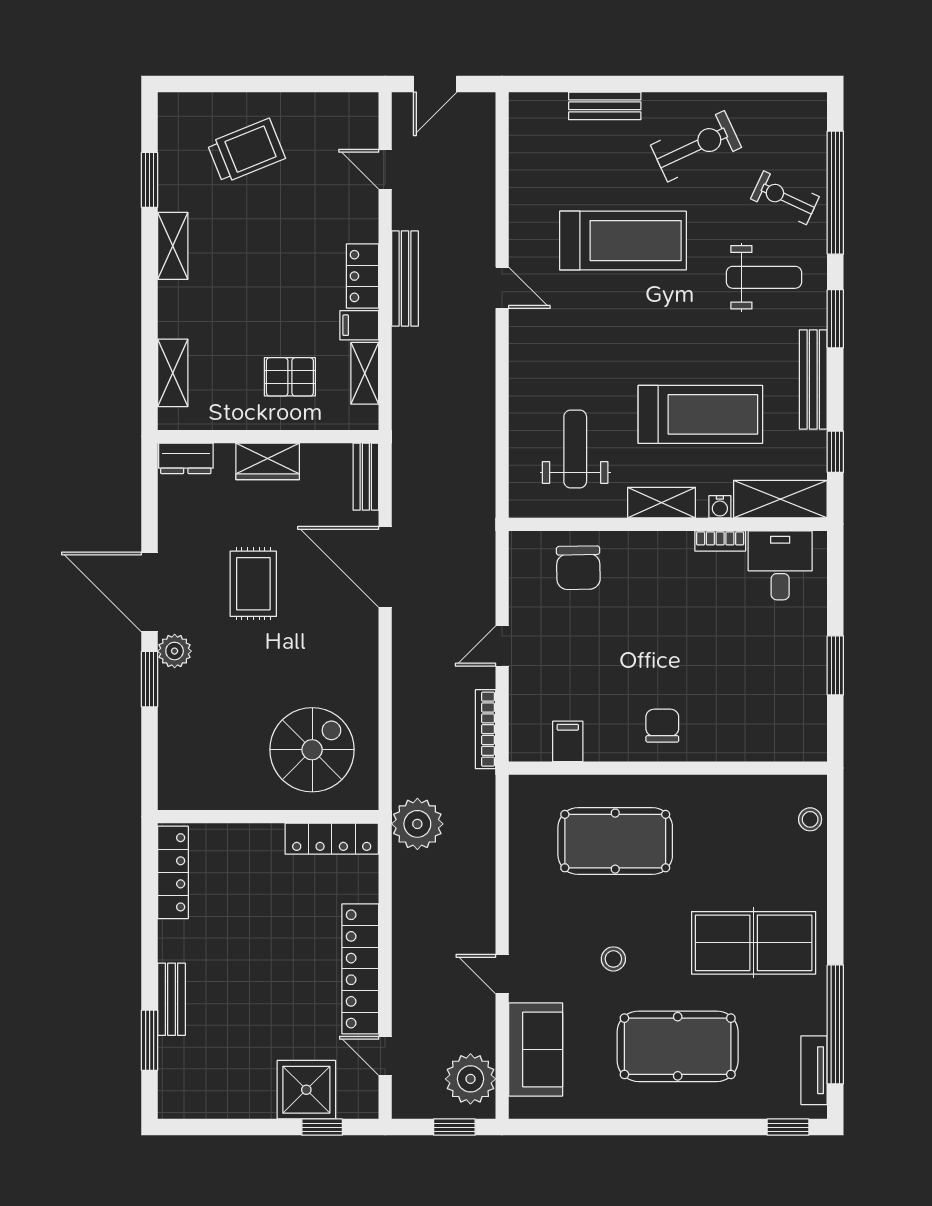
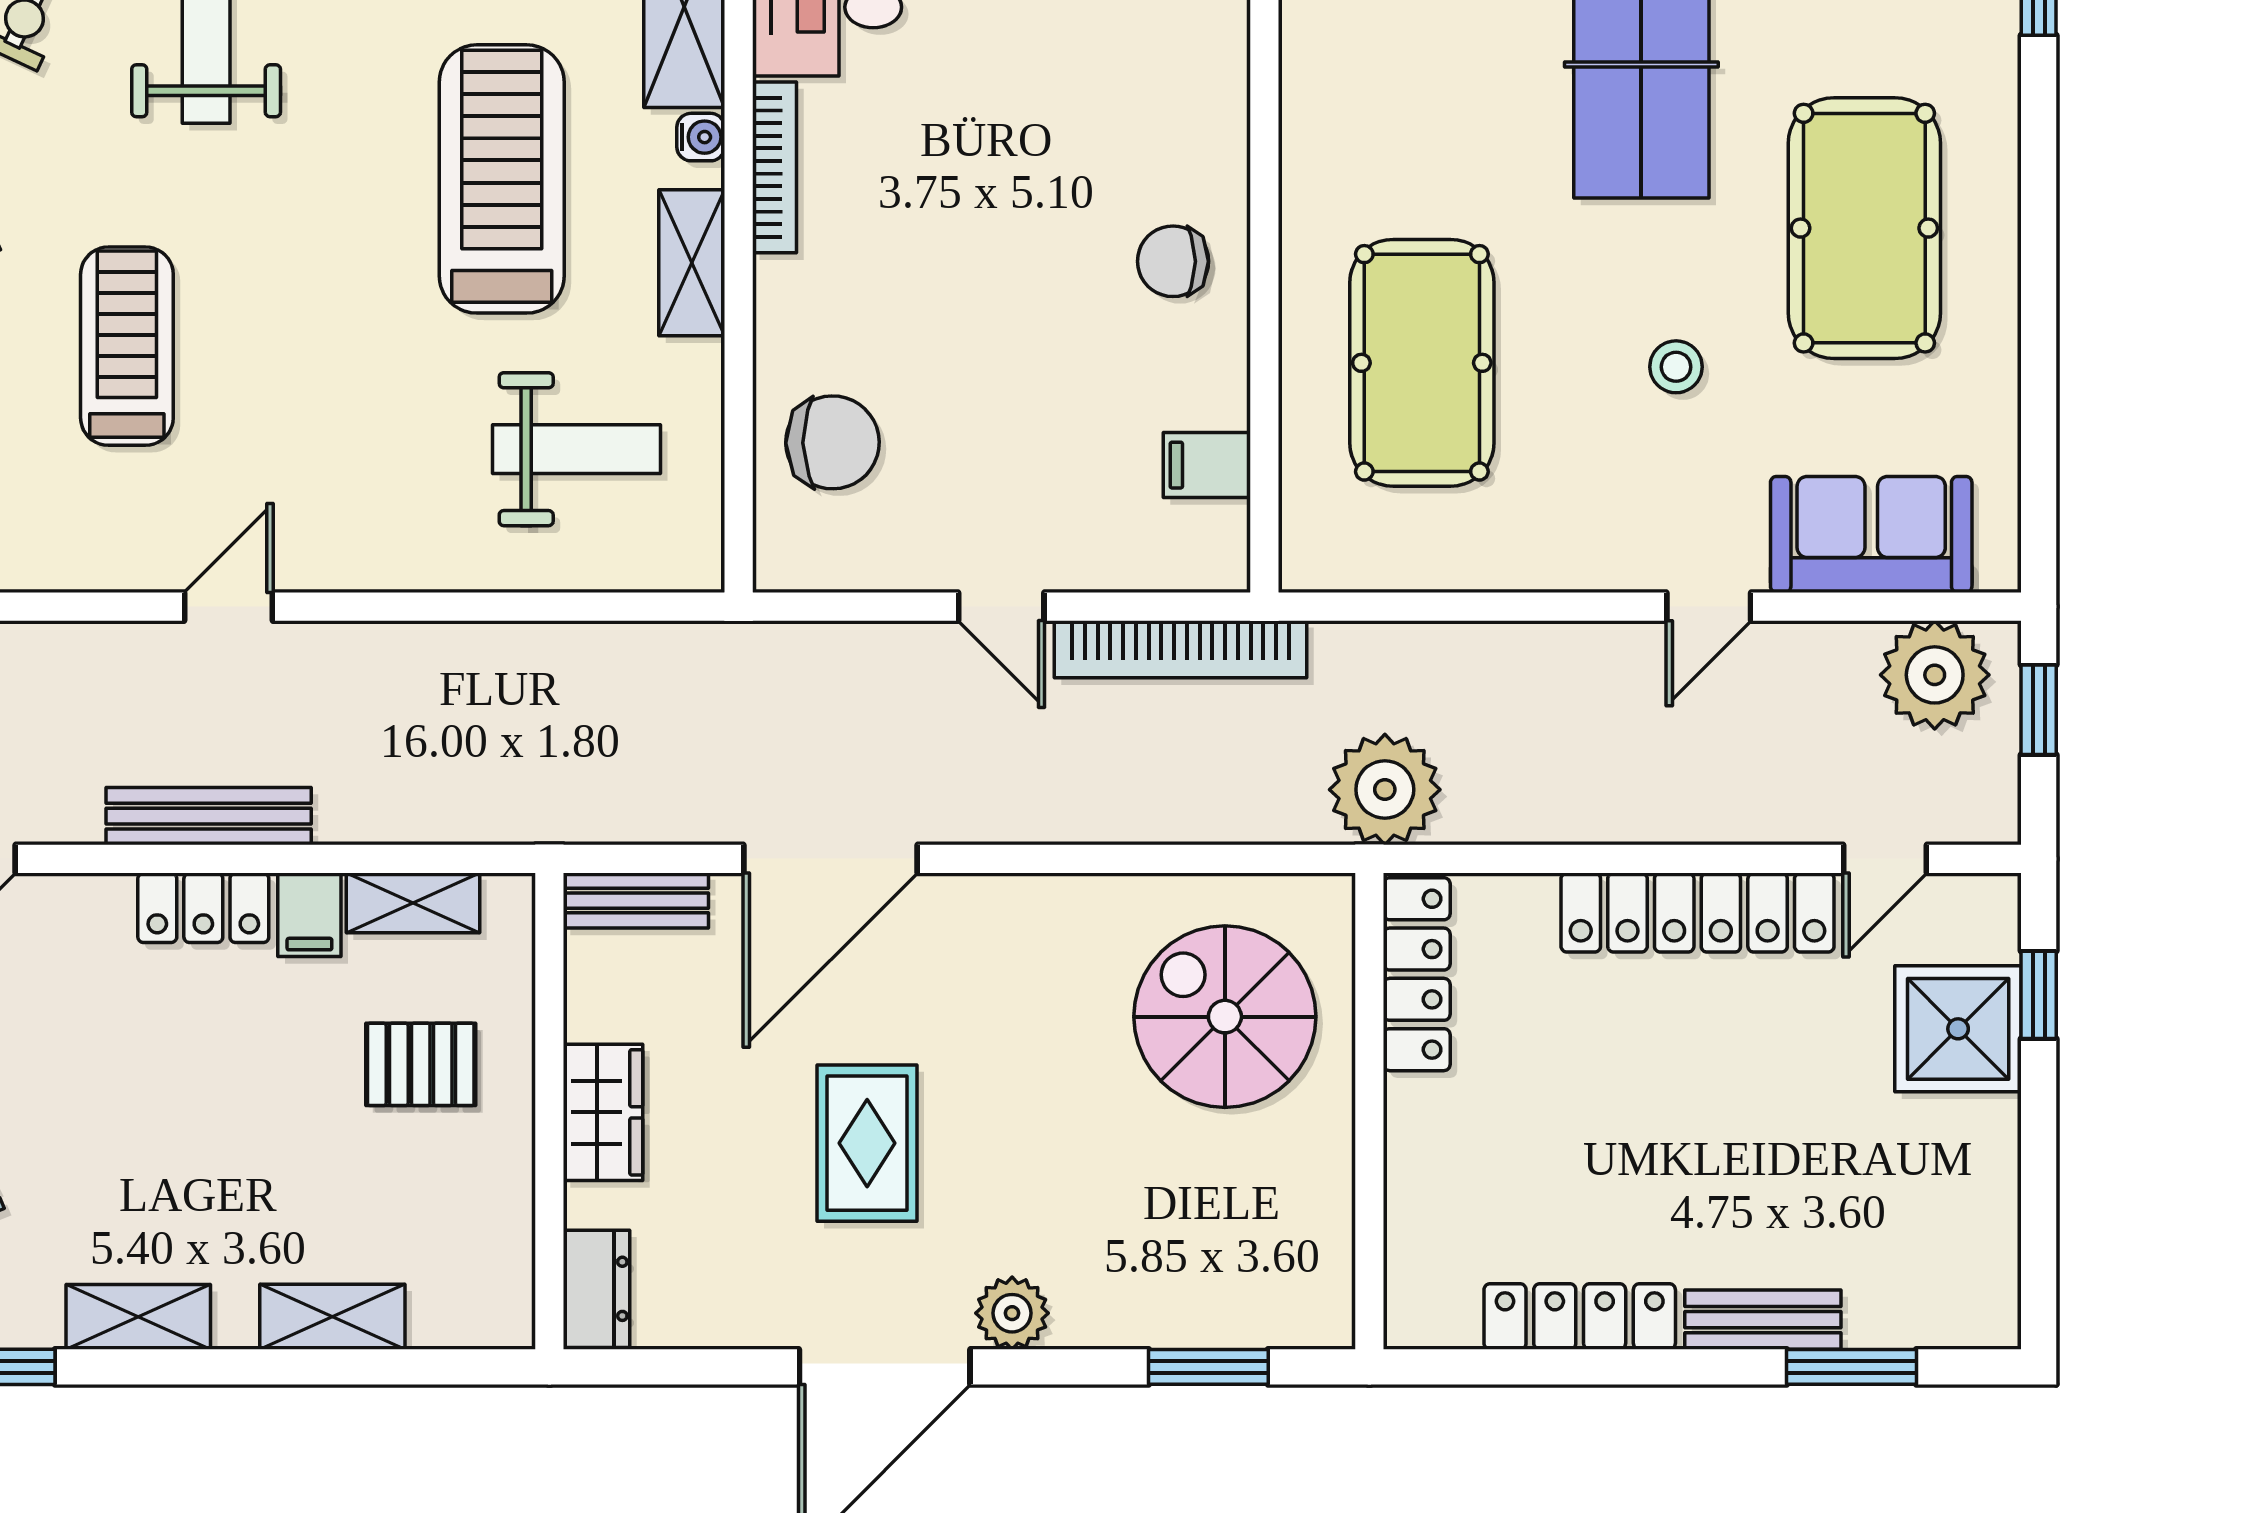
treadmill: (623, 241) -> (127, 346), width x0.73, depth x0.73
shelving: (173, 373) -> (332, 1317), moved
pallet: (290, 377) -> (421, 1064), turned 90
weight bench: (575, 449) -> (577, 449), turned 180
bookcase: (720, 541) -> (775, 167), width x1.56
rug: (253, 584) -> (867, 1143), turned 90
window: (150, 679) -> (1208, 1367), moved
bookcase: (486, 729) -> (1180, 649), width x1.48, depth x1.31
locker: (173, 872) -> (1580, 1316), moved

